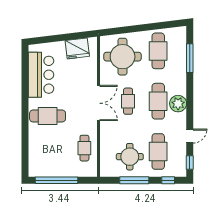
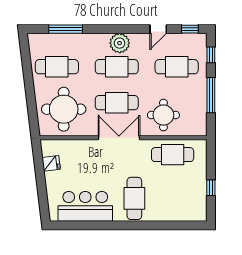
fridge: (77, 48) -> (51, 163), width x0.53, depth x0.75
cafe table: (128, 101) -> (117, 103), width x1.37, depth x1.35
door: (190, 136) -> (158, 29), swing flipped
cafe table: (84, 148) -> (173, 155), width x1.37, depth x1.35
round table: (130, 157) -> (163, 115), moved
window: (57, 180) -> (211, 188), width x0.32

